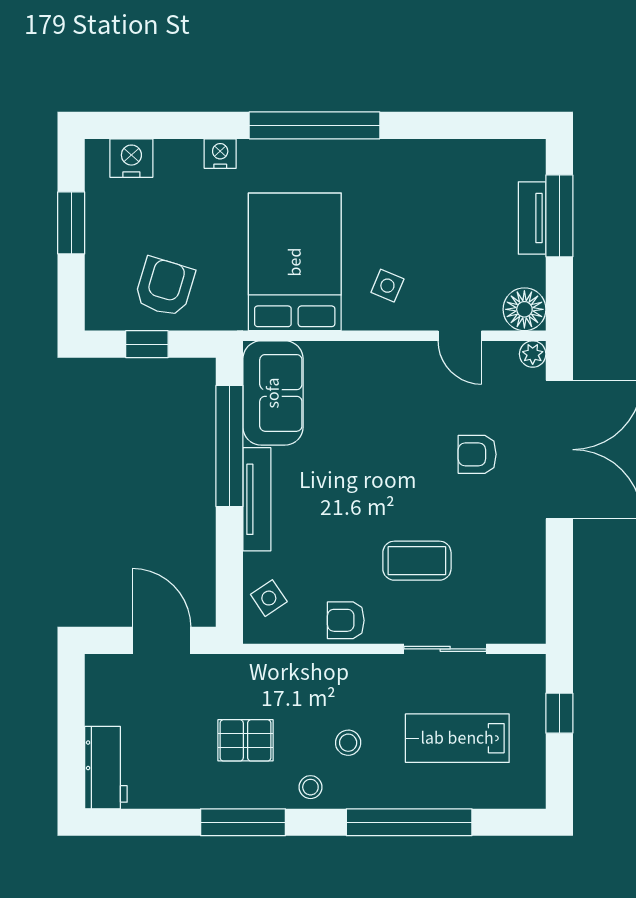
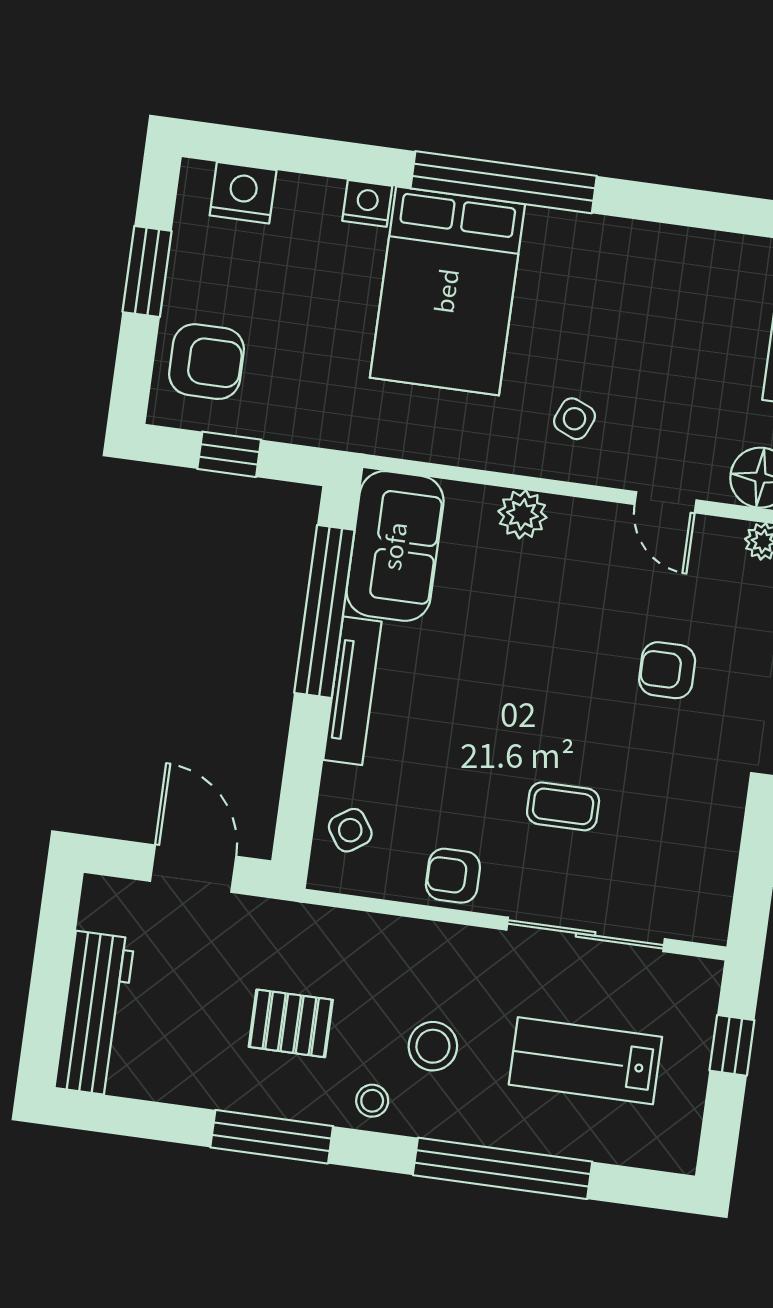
bed: (295, 262) -> (447, 291), moved, turned 180
armchair: (165, 287) -> (206, 362), moved, turned 73
plant: (360, 358) -> (522, 514), added
coffee table: (417, 561) -> (563, 806), width x0.73, depth x0.77
sliding door: (445, 649) -> (586, 934), width x1.37
stool: (348, 743) -> (433, 1046), width x1.37, depth x1.37
workbench: (106, 768) -> (95, 1013), width x1.38

